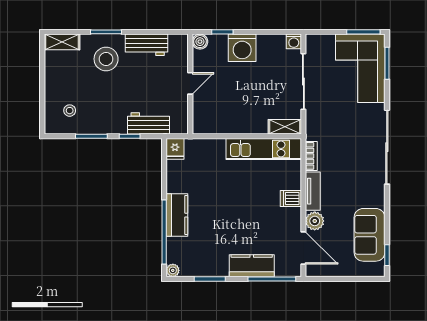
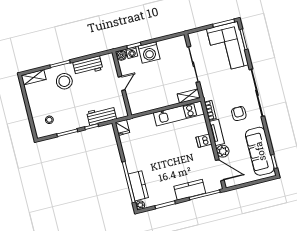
washing machine: (294, 41) -> (132, 53), moved
armchair: (352, 171) -> (239, 114), added
kitchen counter: (177, 215) -> (138, 186), moved
sofa: (370, 235) -> (260, 151), width x1.36

